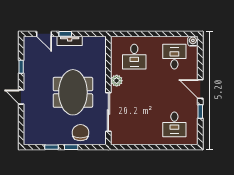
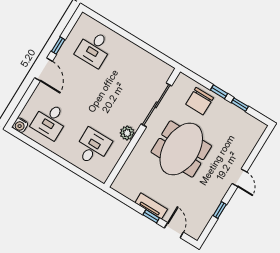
desk: (174, 124) -> (94, 49), turned 180

